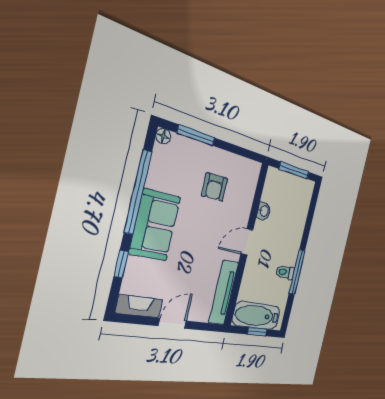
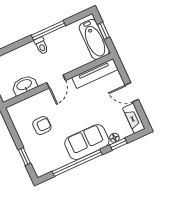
window: (196, 135) -> (24, 157), width x0.67
floor lamp: (163, 136) -> (114, 138), moved
washbasin: (264, 211) -> (24, 85), width x1.91, depth x1.45
door: (247, 242) -> (56, 82), hinge flipped
toilet: (285, 272) -> (41, 46), moved

